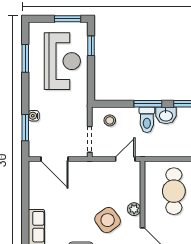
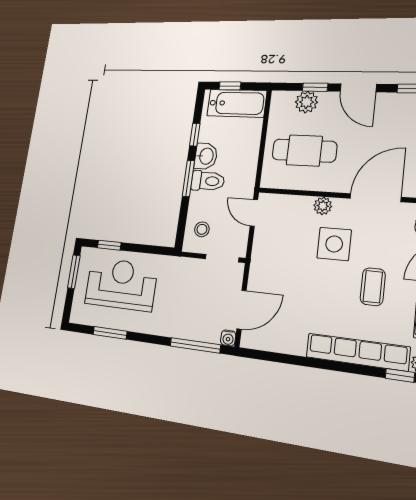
water cooler: (34, 116) -> (228, 338), moved
window: (25, 128) -> (195, 345), width x1.44
side table: (108, 220) -> (334, 244), turned 36

